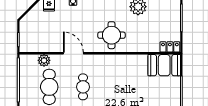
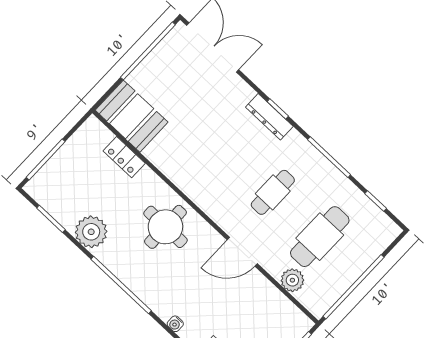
locker: (170, 47) -> (124, 157), moved
door: (73, 53) -> (242, 252), hinge flipped

